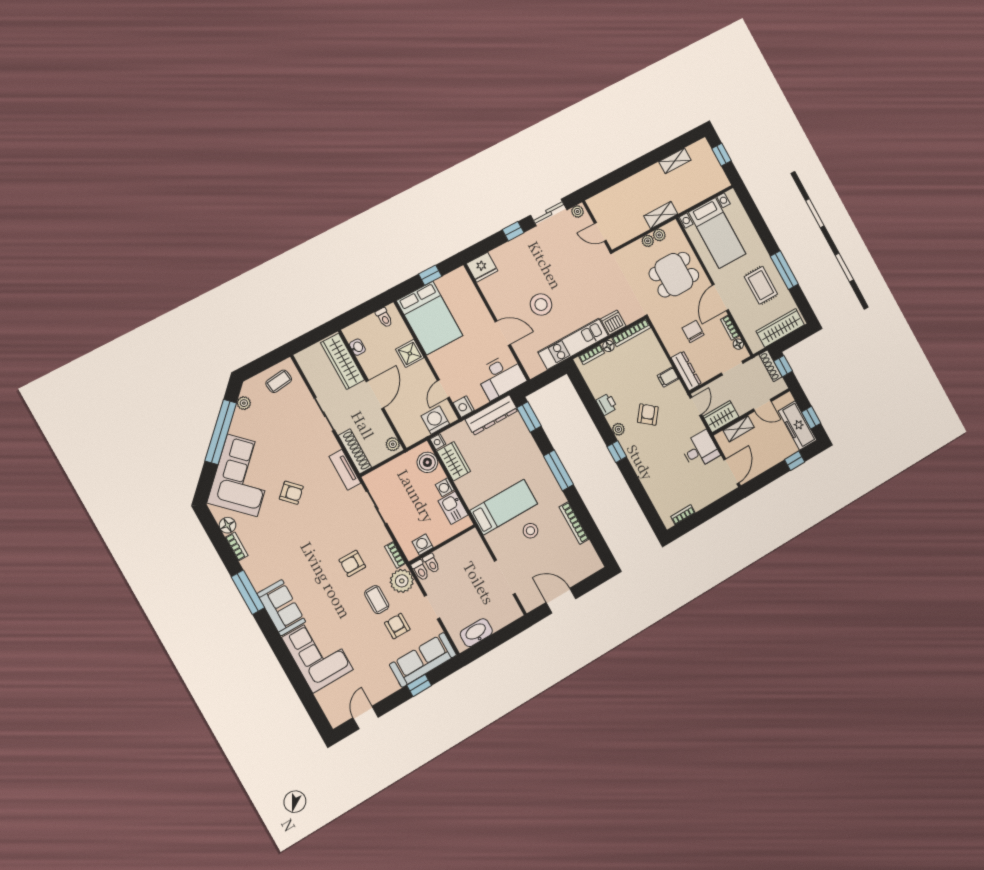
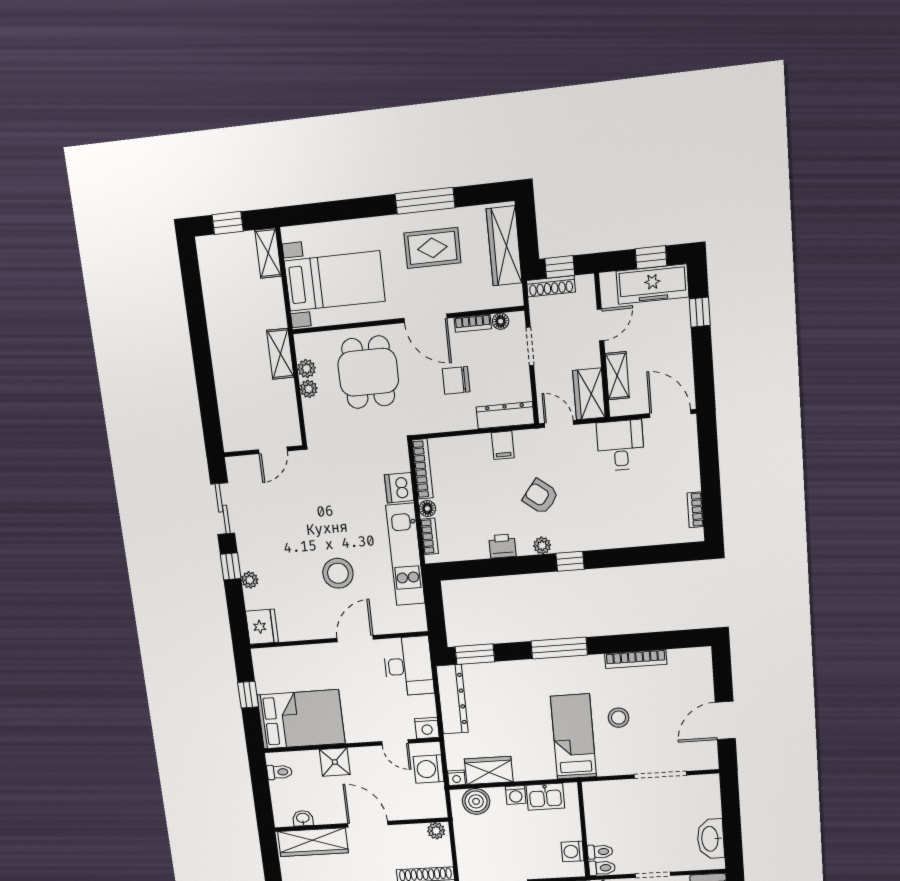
shelving: (675, 161) -> (268, 253), moved
plant: (578, 211) -> (250, 580), moved

